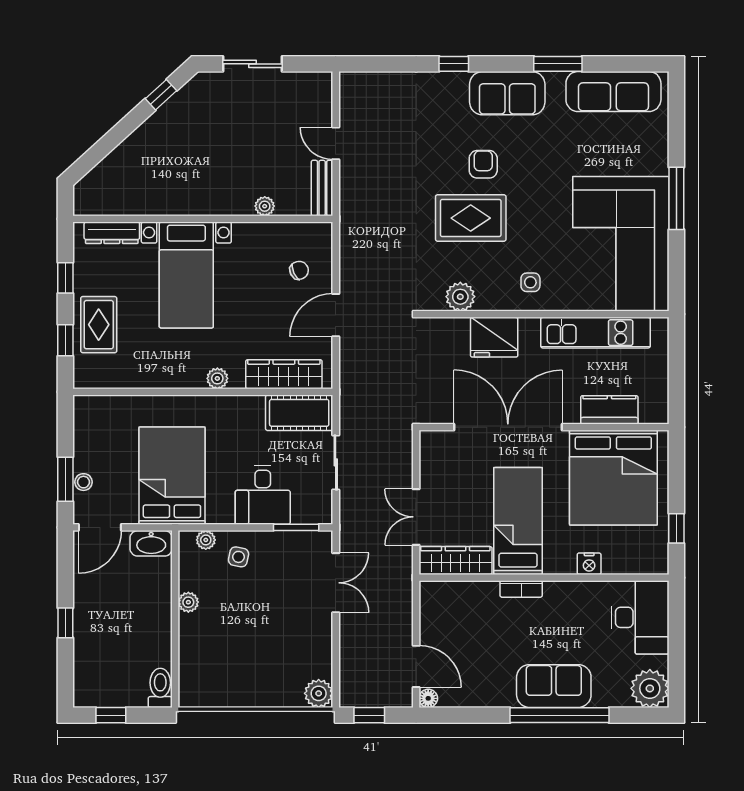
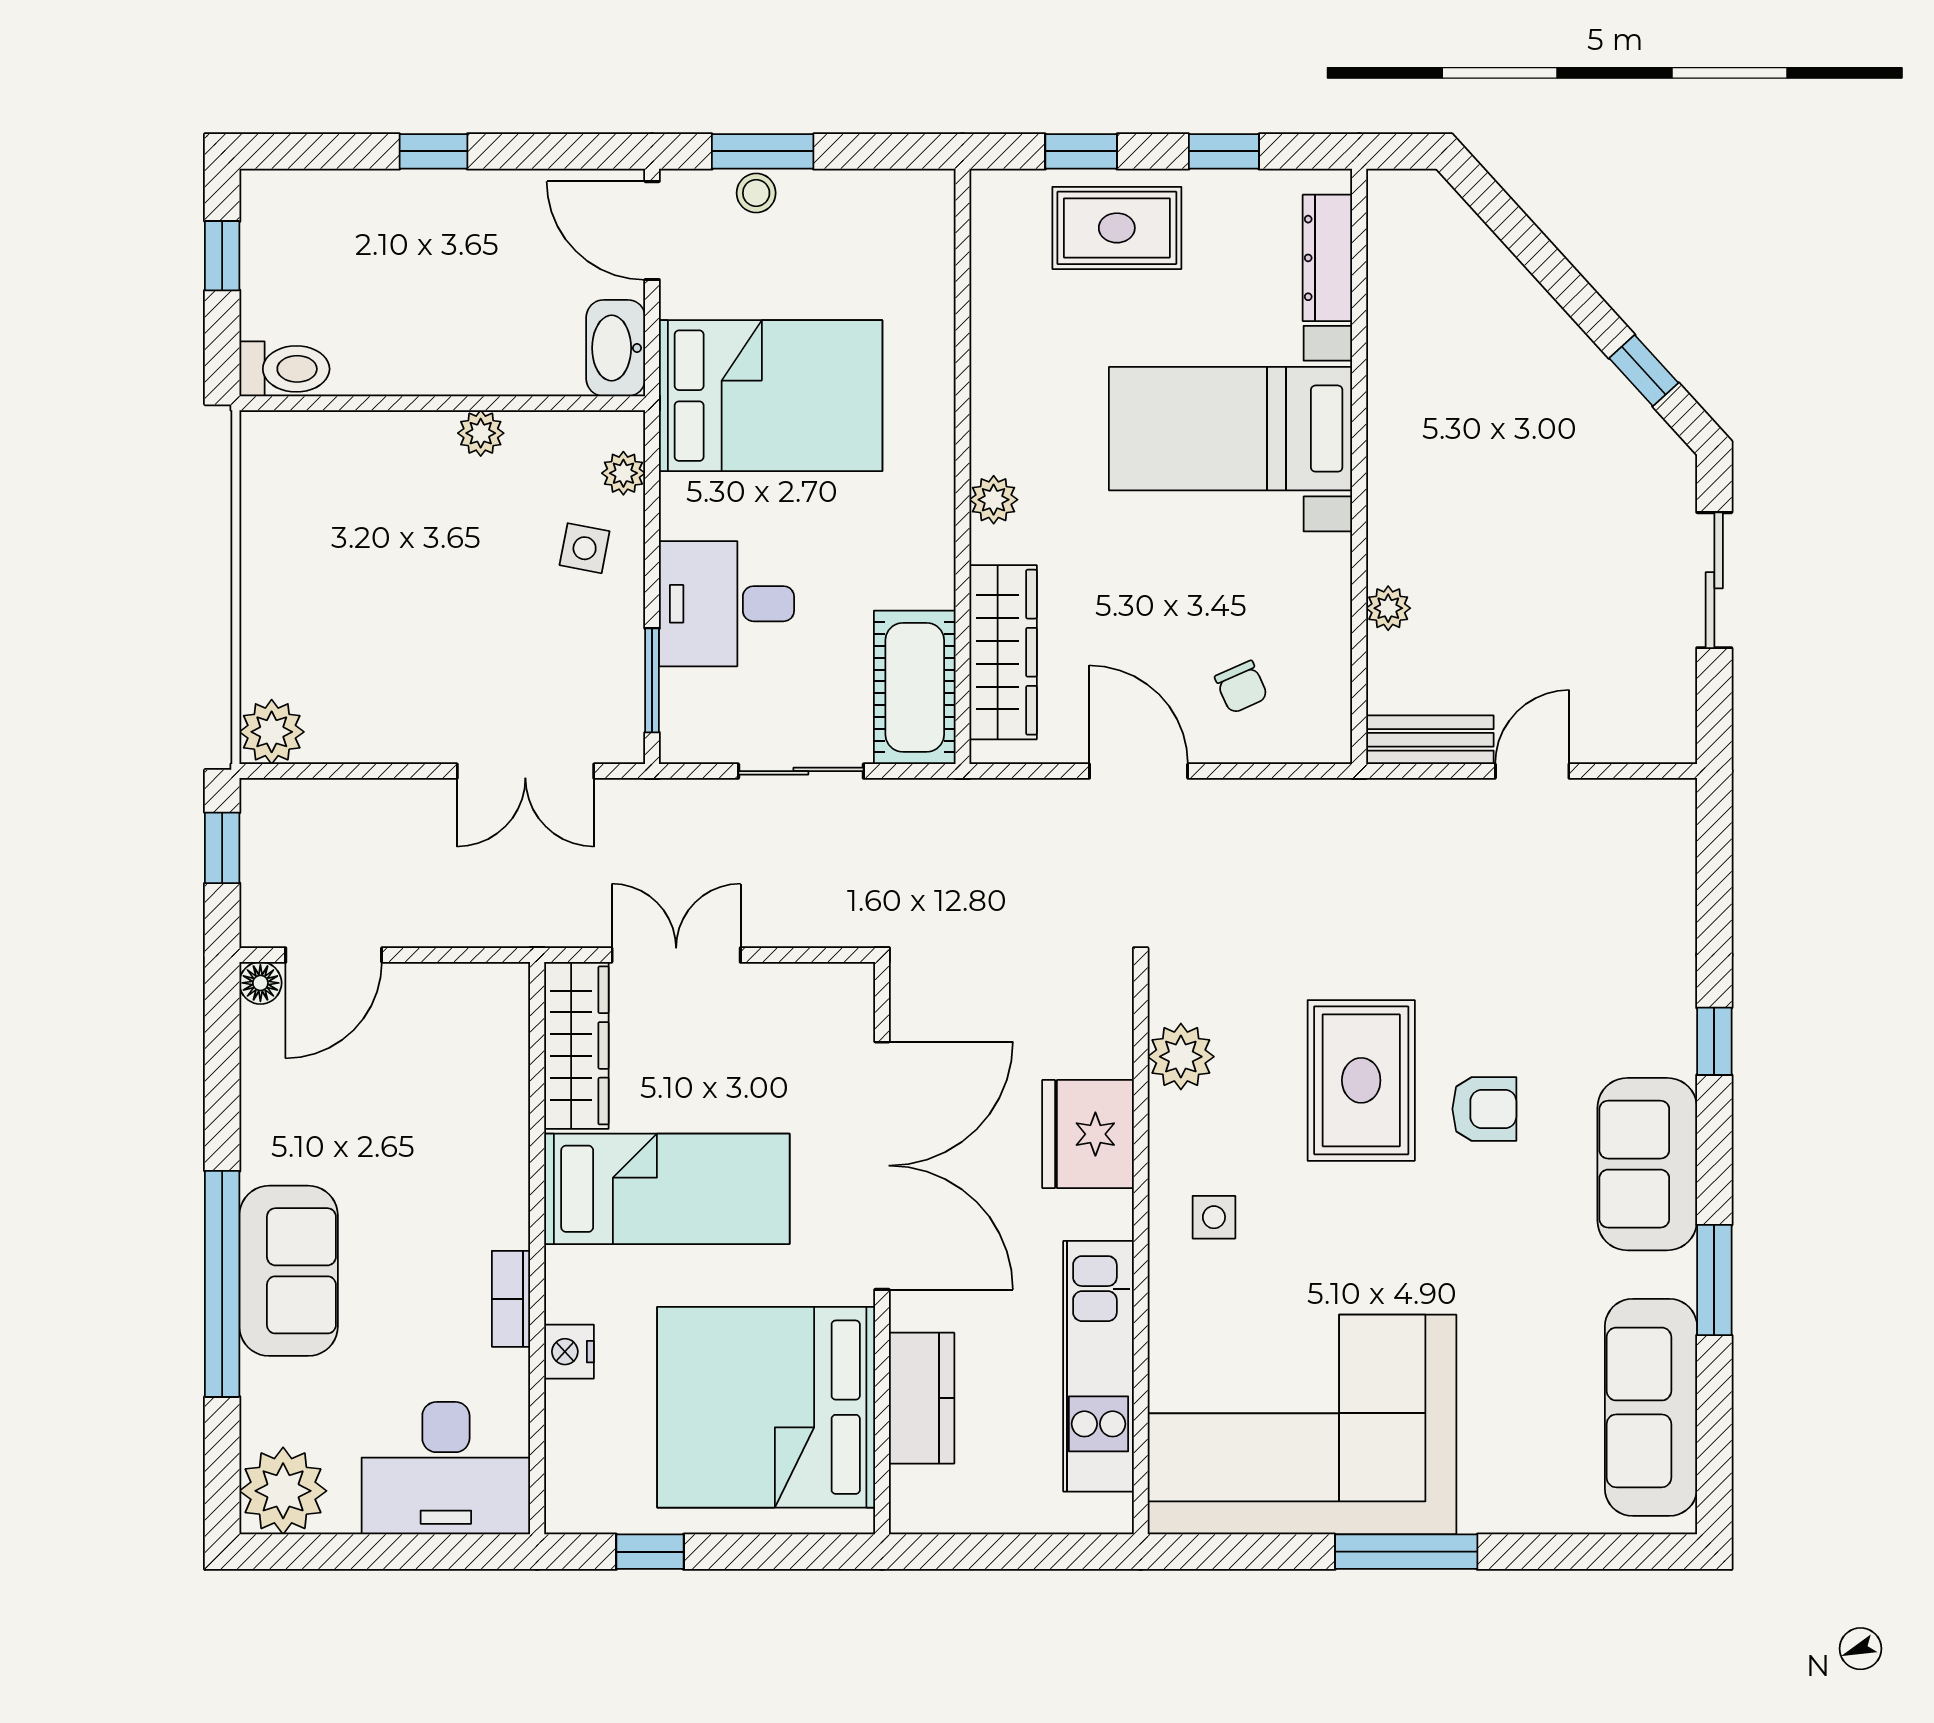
bookcase: (521, 589) -> (511, 1299), moved

